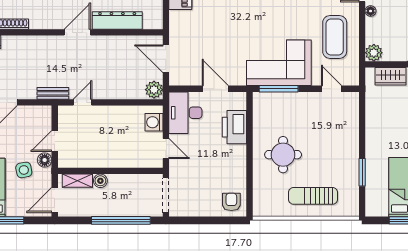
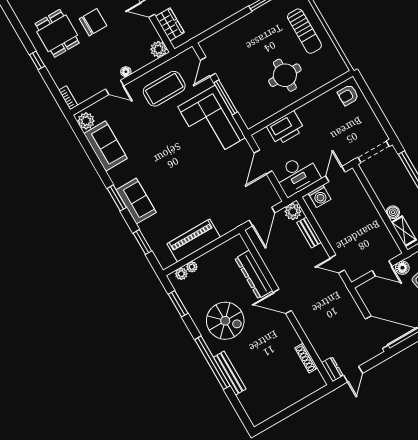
window: (279, 89) -> (226, 97), moved
bench: (53, 93) -> (309, 232), moved

